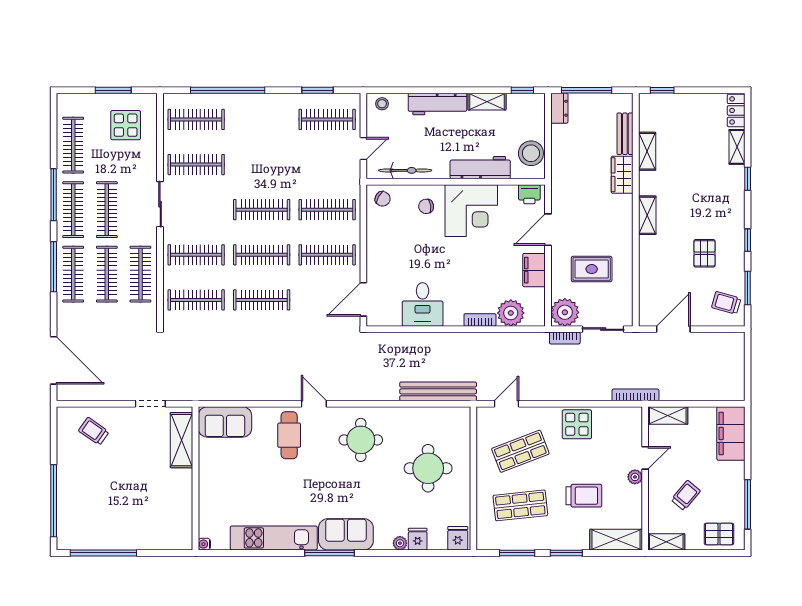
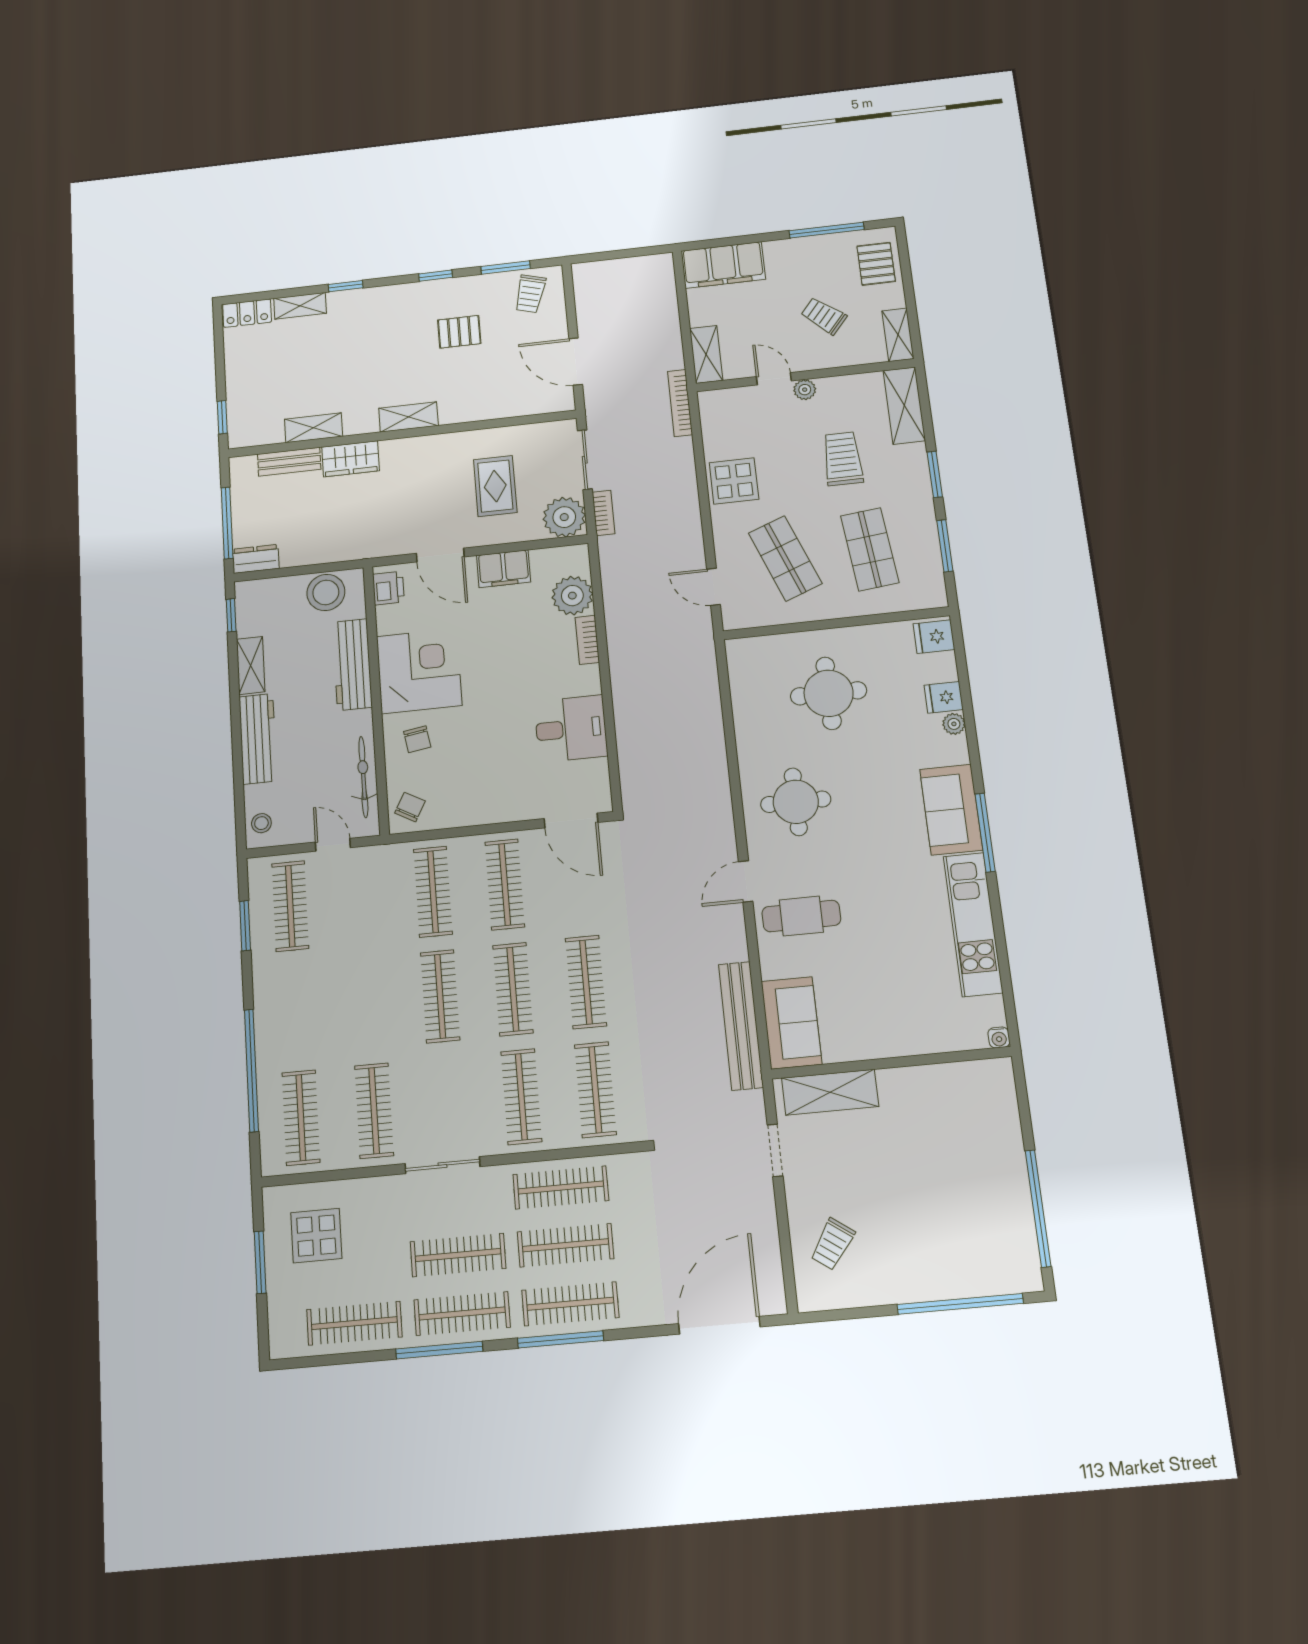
bench: (438, 391) -> (741, 1026), moved

